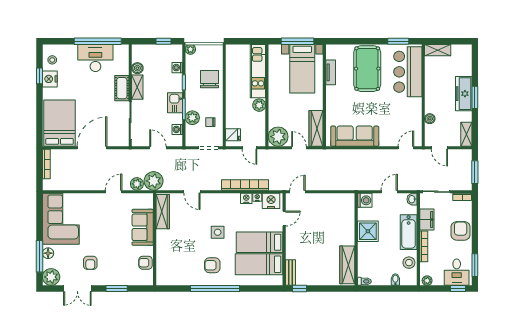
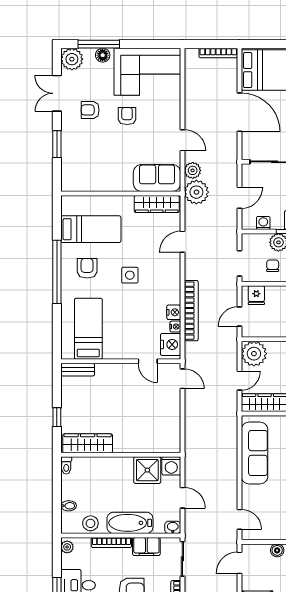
sofa: (143, 227) -> (157, 178), moved
shower: (368, 231) -> (147, 470), moved
bed: (259, 242) -> (91, 229), moved, turned 90
armchair: (146, 263) -> (127, 116), moved
window: (300, 289) -> (57, 417), moved

